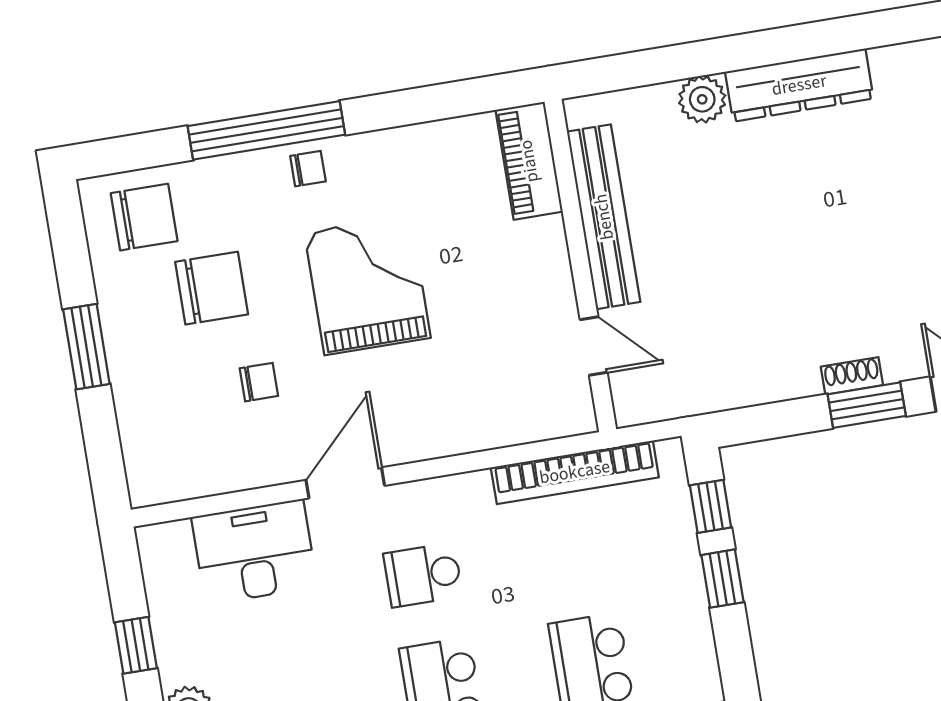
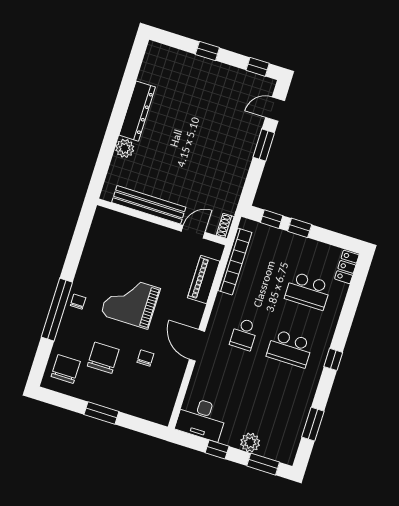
piano: (529, 161) -> (204, 280), moved, turned 90
shoe rack: (852, 376) -> (225, 226), moved
desk: (254, 552) -> (201, 419), moved, turned -90

